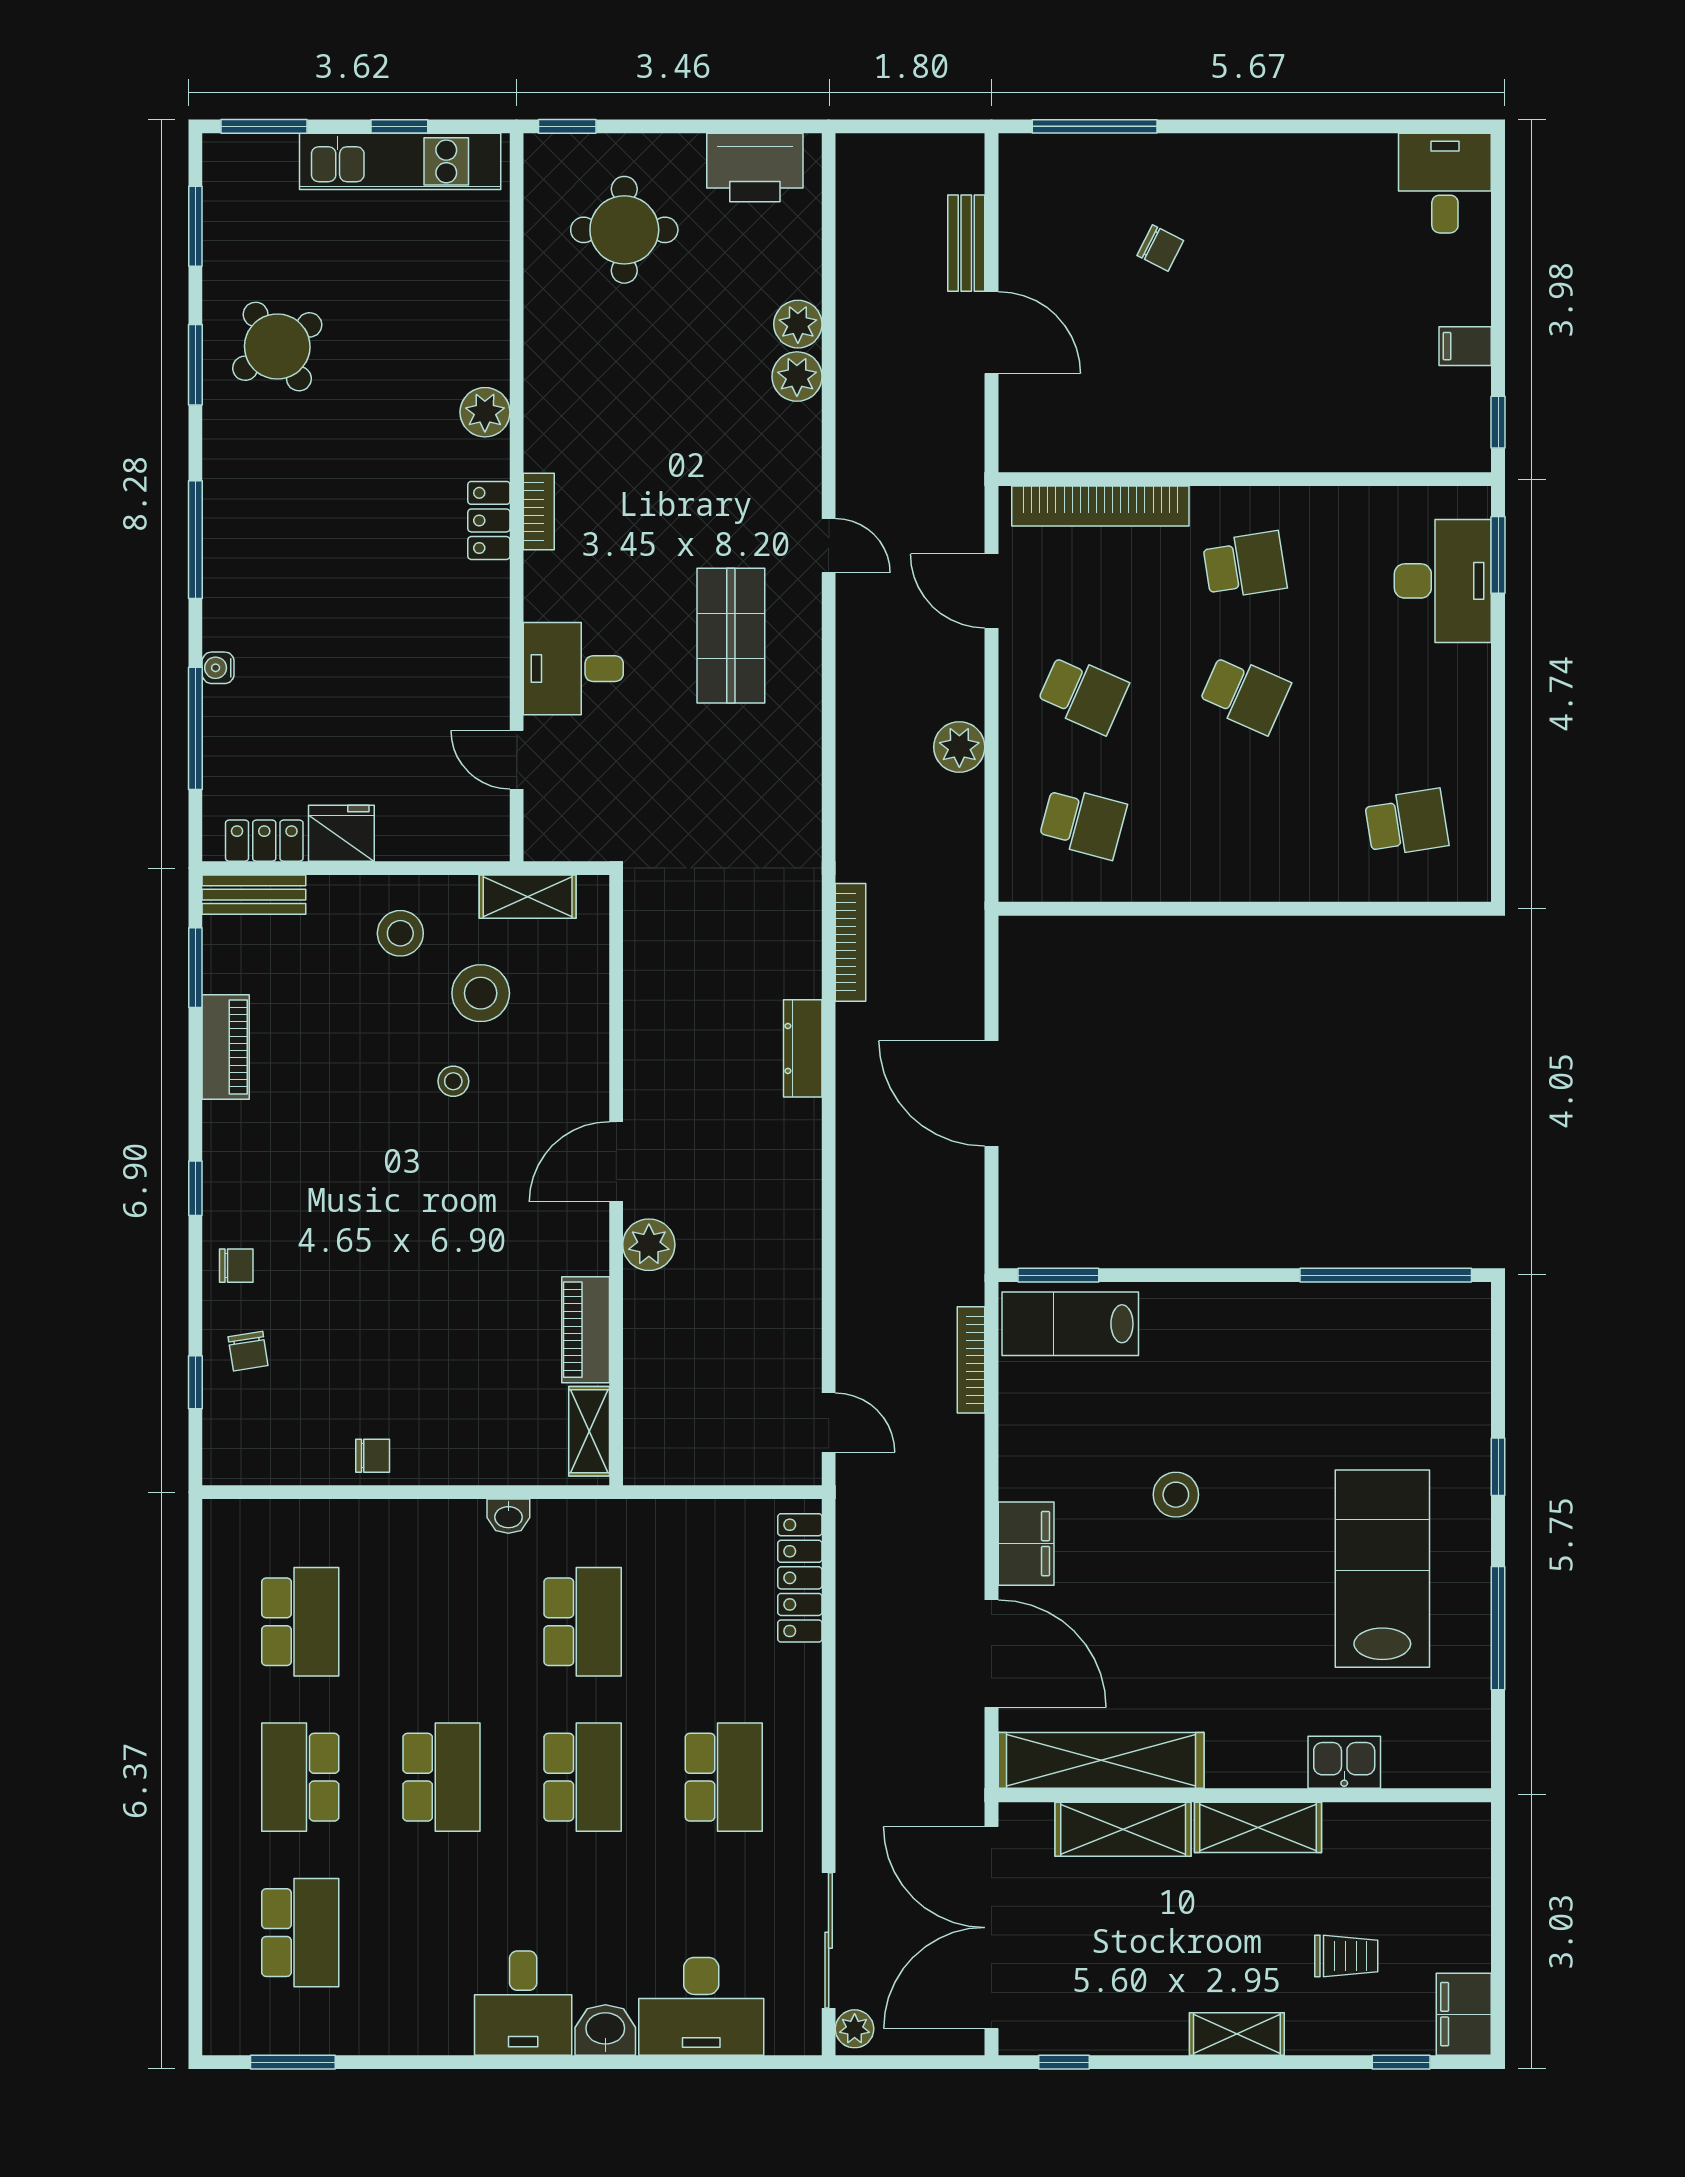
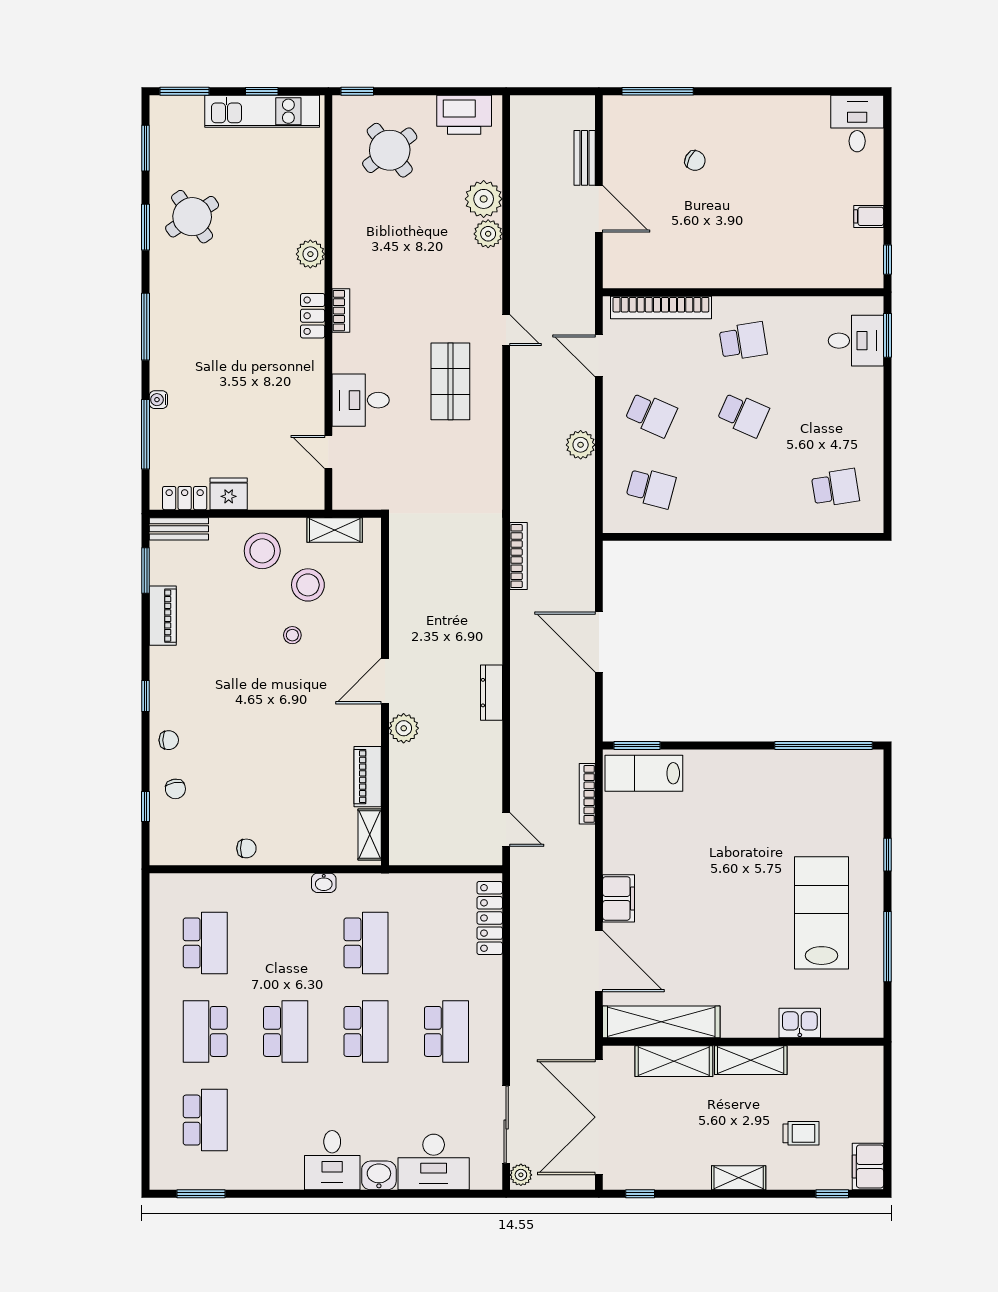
round table: (624, 230) -> (390, 150), turned -37
plant: (798, 324) -> (484, 199), width x1.36, depth x1.36
desk: (1443, 581) -> (856, 341), width x0.73
stool: (400, 933) -> (262, 551), width x1.38, depth x1.38
dresser: (803, 1048) -> (491, 693), moved
stool: (1176, 1495) -> (704, 871), removed

